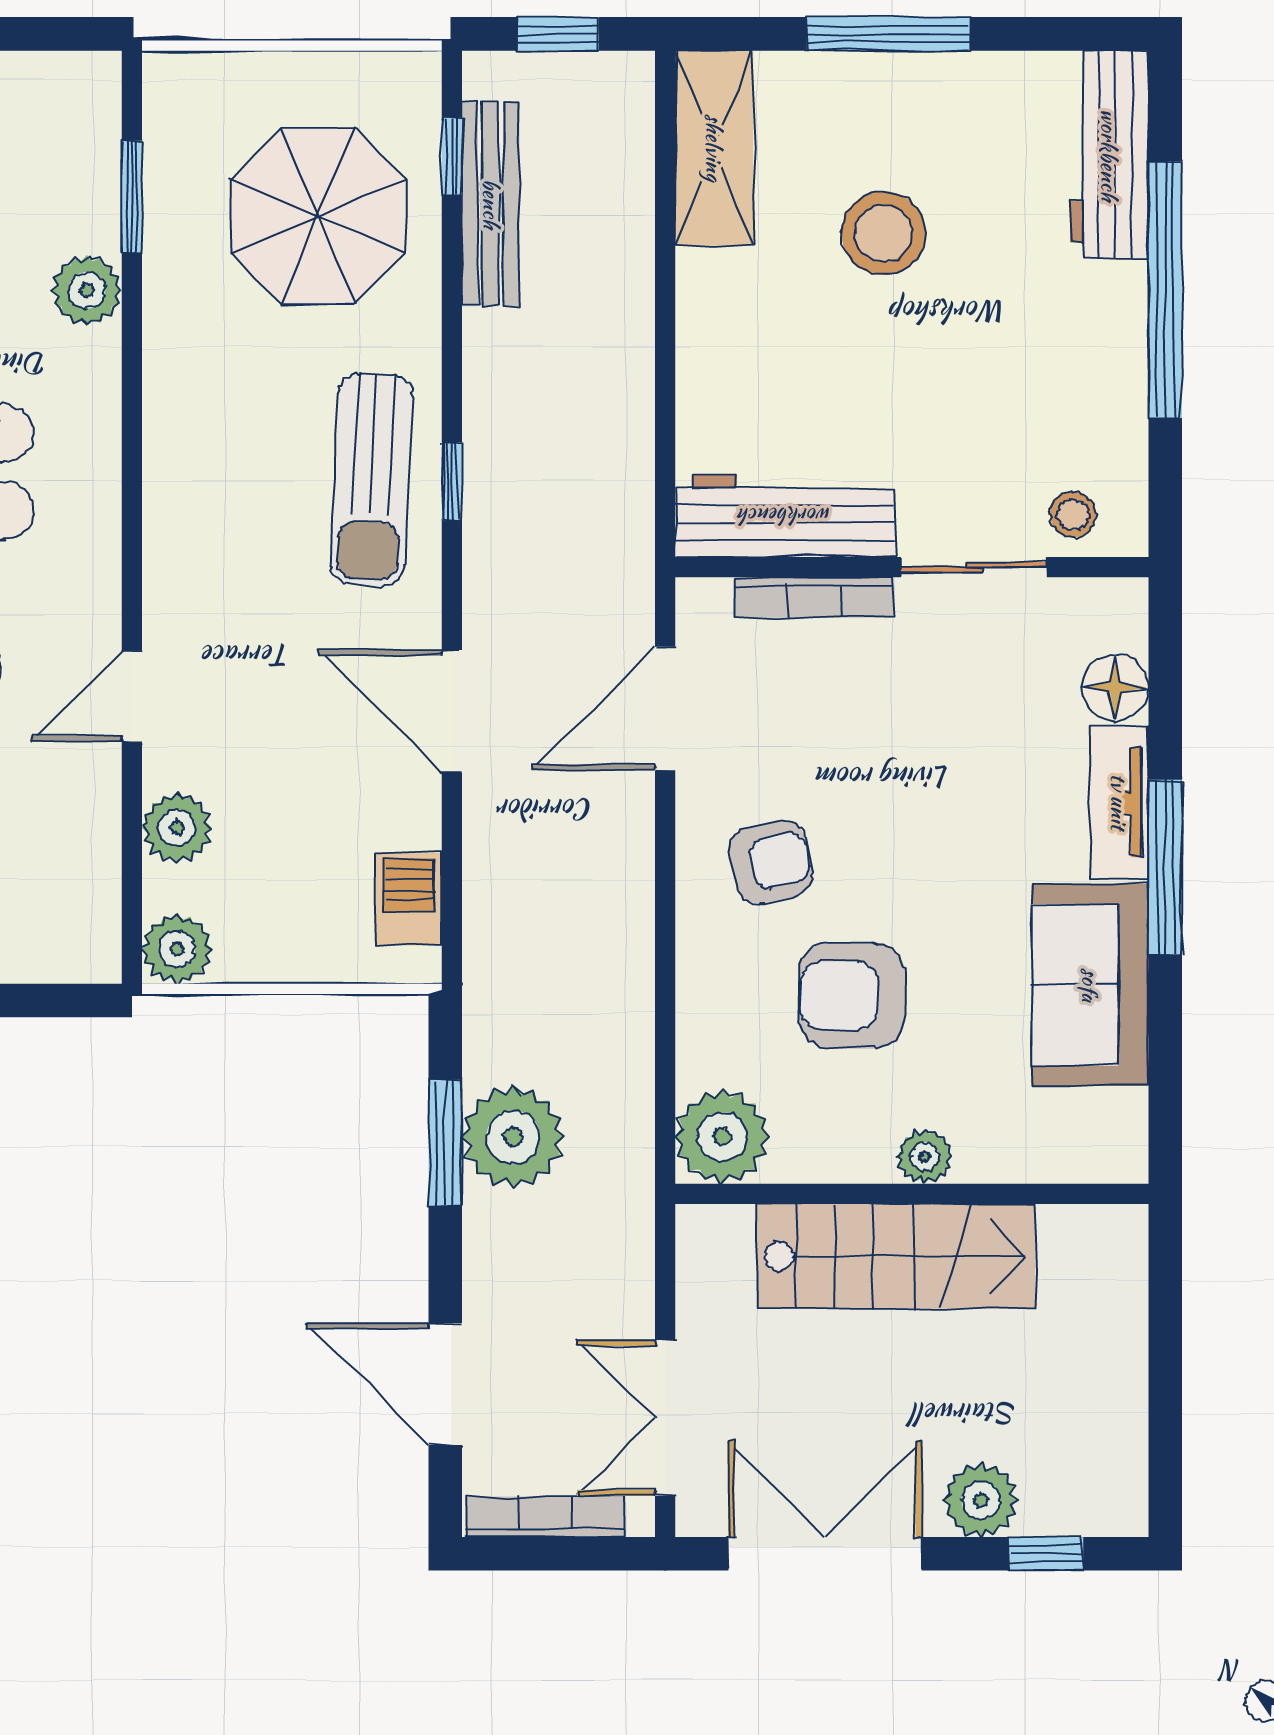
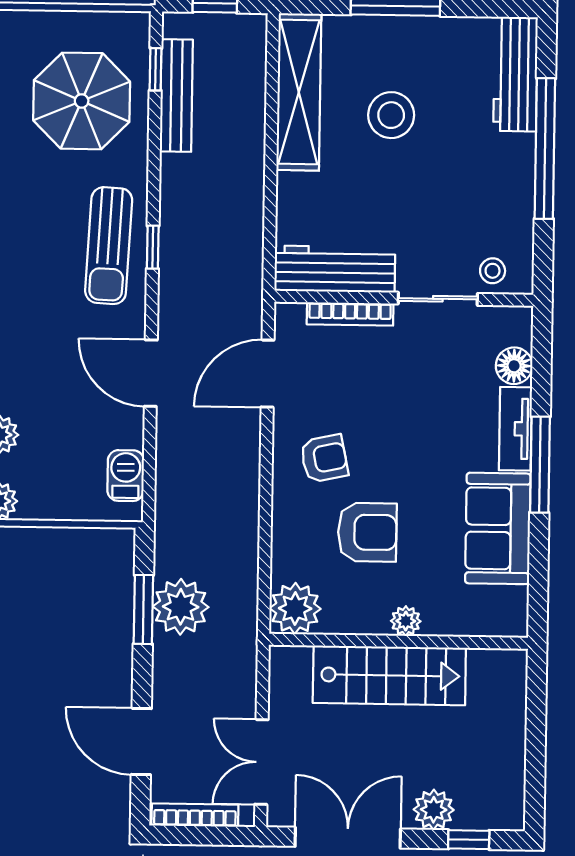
shelving: (714, 148) -> (299, 92), width x1.47
armchair: (852, 996) -> (367, 532), turned 180

